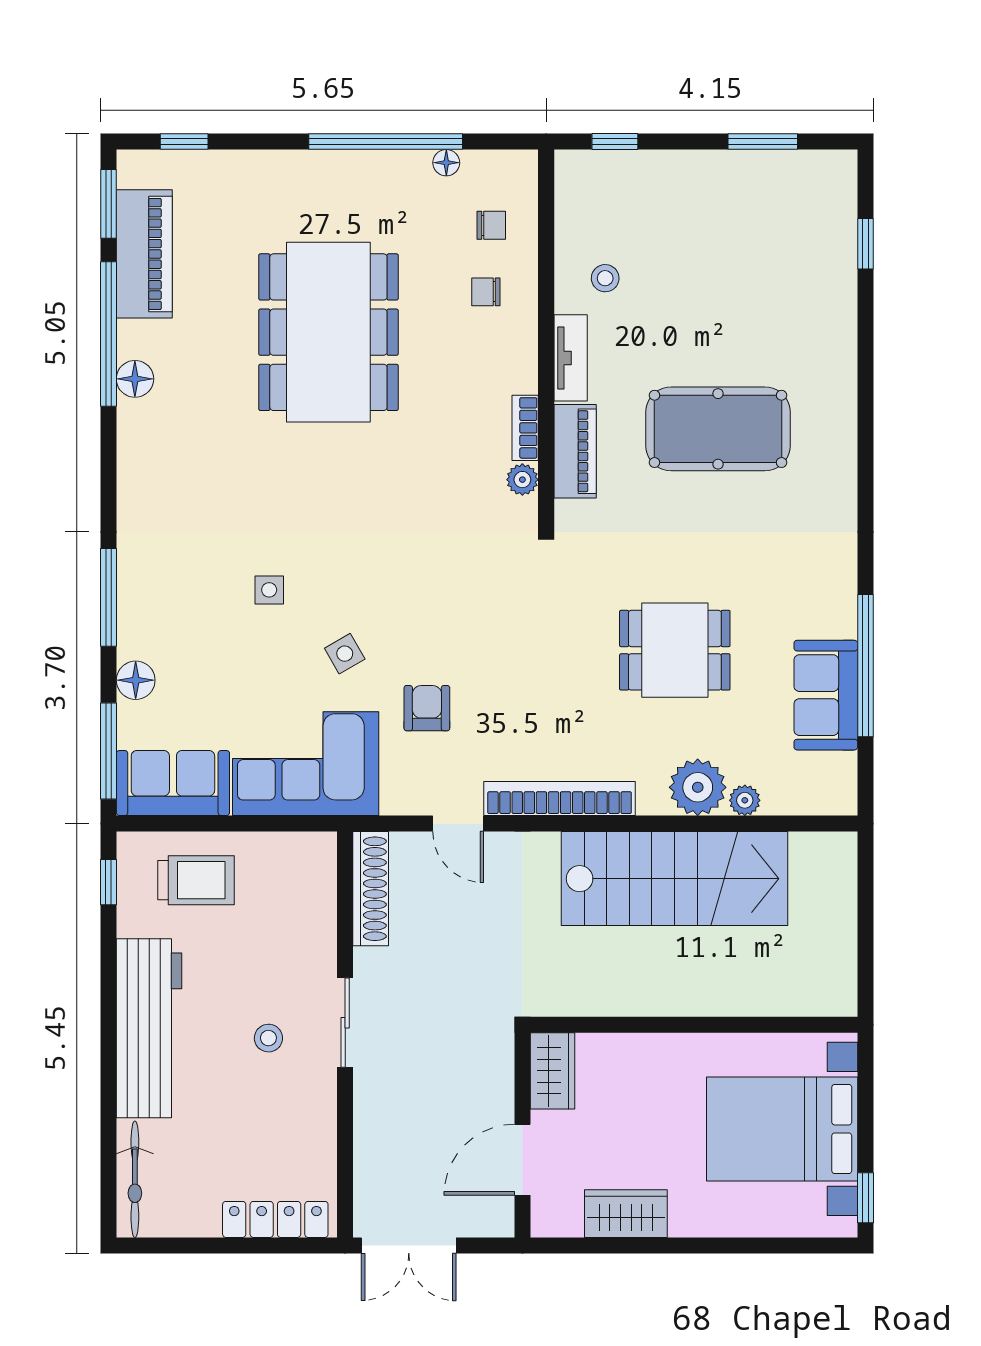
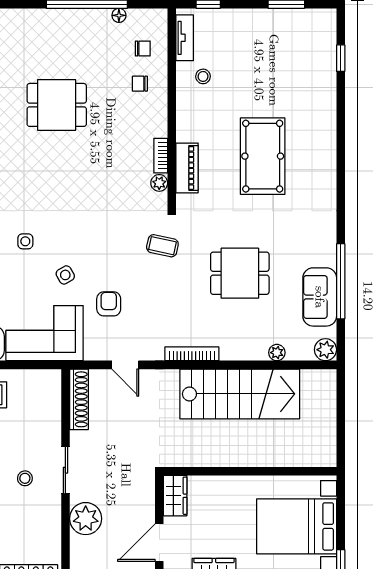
dining table: (328, 332) -> (57, 105), width x0.53, depth x0.80
tv unit: (571, 358) -> (185, 38), moved
pool table: (718, 429) -> (263, 156), turned 90
coffee table: (528, 598) -> (162, 246), added
plant: (698, 787) -> (325, 350), moved, width x0.73, depth x0.73
bookcase: (560, 799) -> (192, 354), width x0.68, depth x0.76
plant: (383, 1114) -> (86, 519), added

